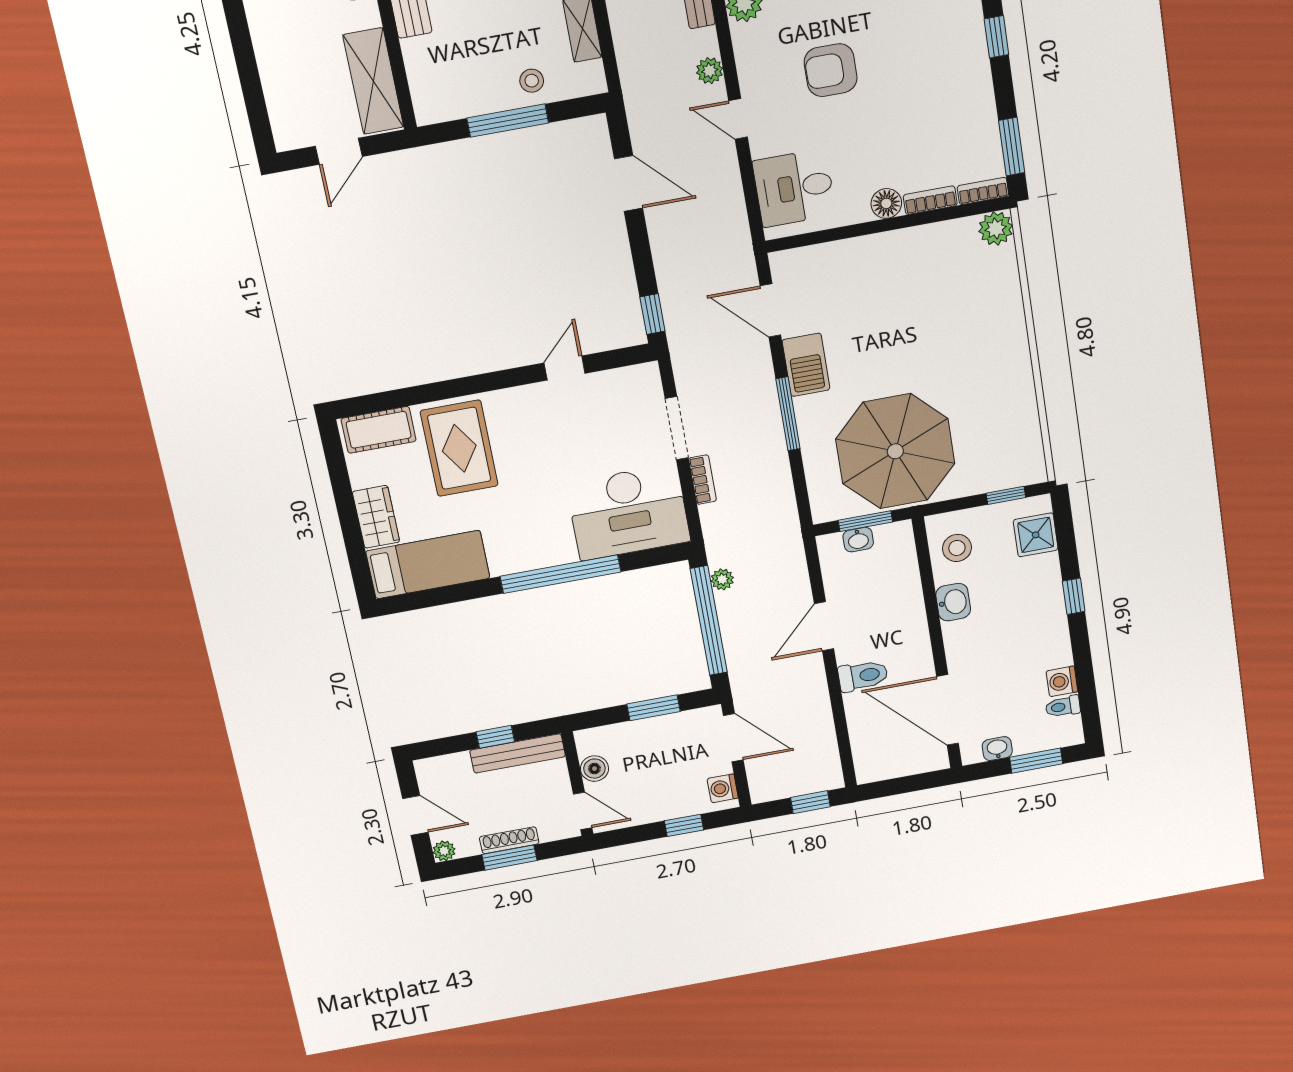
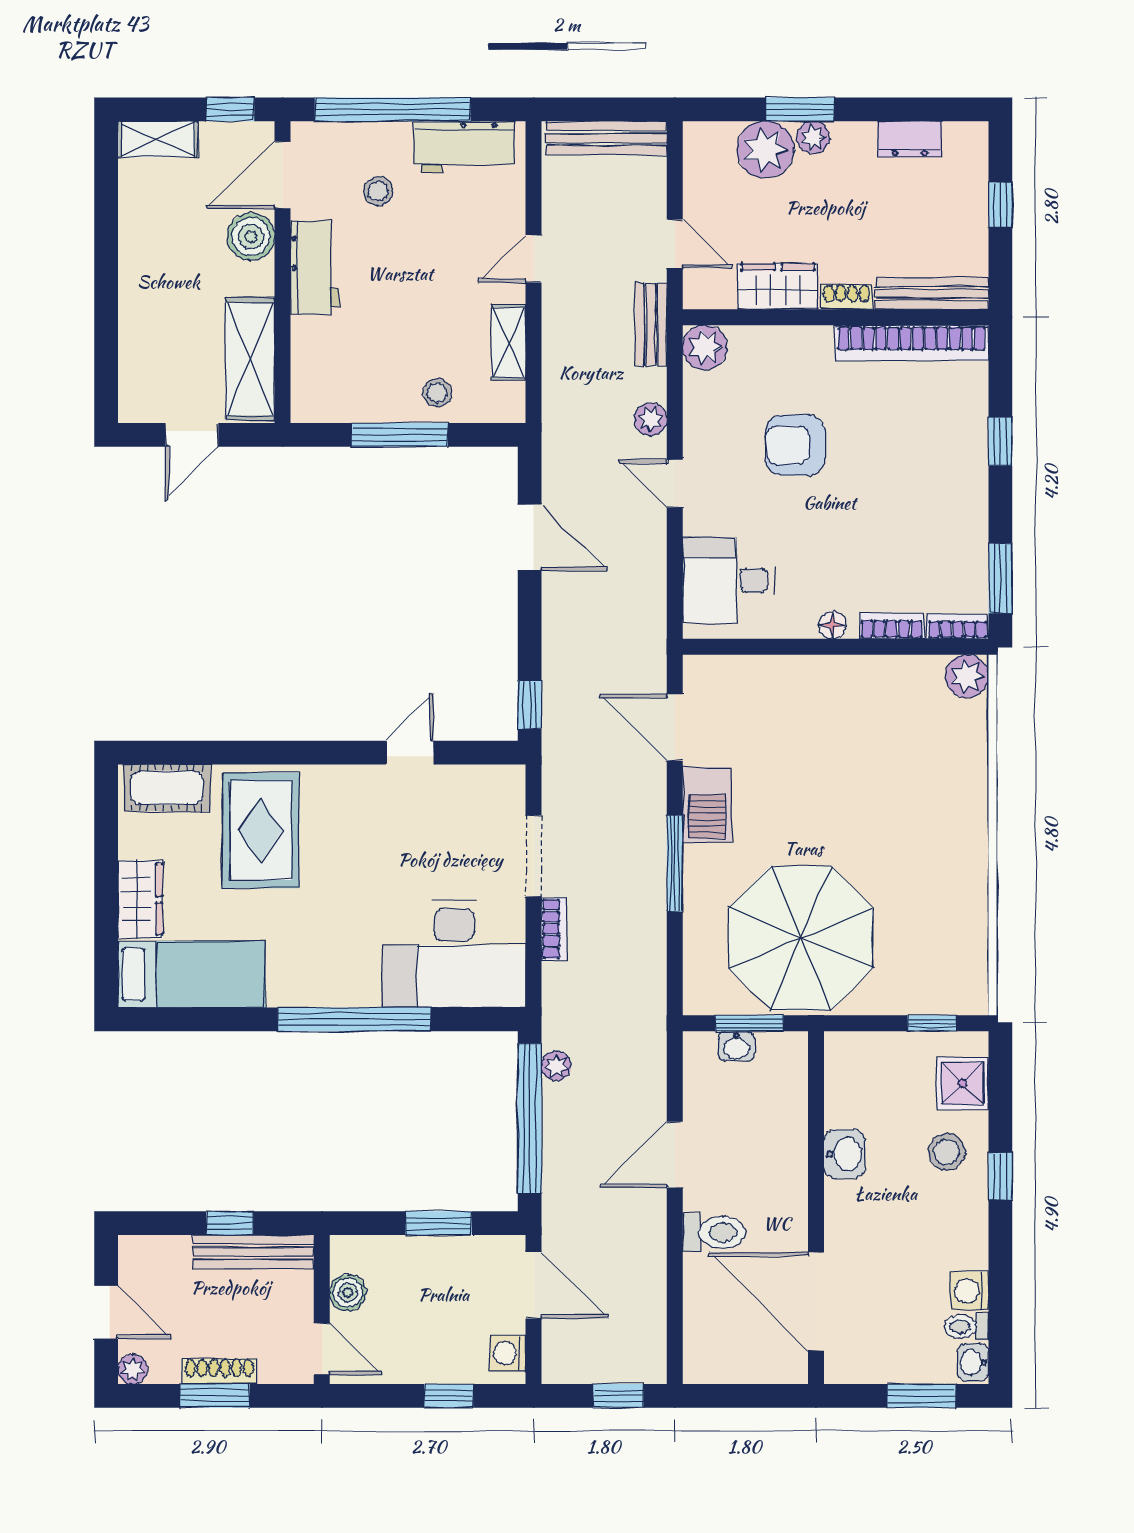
floor lamp: (886, 203) -> (832, 625), width x0.73, depth x0.73
stool: (957, 548) -> (947, 1152), moved
washbasin: (997, 749) -> (973, 1362), moved, turned -90

